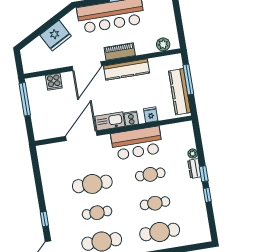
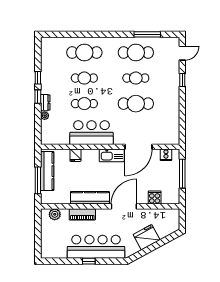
piano: (120, 51) -> (82, 214), moved
window: (25, 99) -> (182, 174), moved
cooker: (131, 118) -> (166, 155), moved

